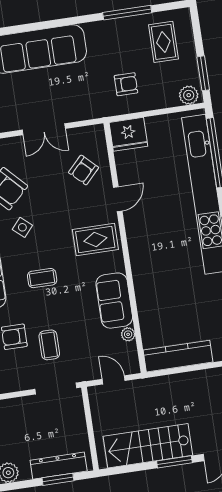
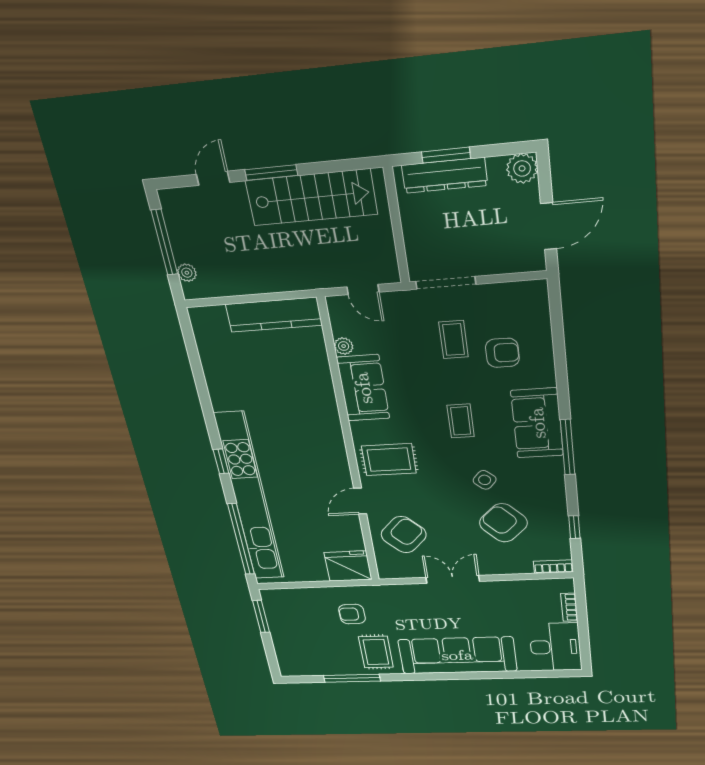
rug: (163, 42) -> (376, 652), moved
plant: (189, 95) -> (277, 598), removed
armchair: (84, 170) -> (404, 535), width x1.38, depth x1.38
coffee table: (42, 278) -> (461, 421), turned 90

